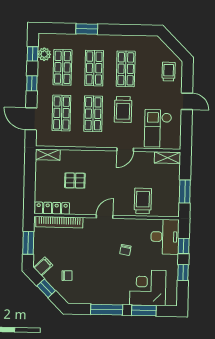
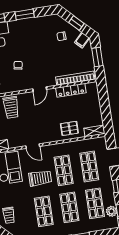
trolley: (123, 109) -> (40, 178), turned 90
door: (125, 150) -> (33, 146), swing flipped
pallet: (75, 180) -> (69, 128), moved
locker: (52, 208) -> (71, 90), moved
window: (107, 310) -> (25, 14), width x0.69

